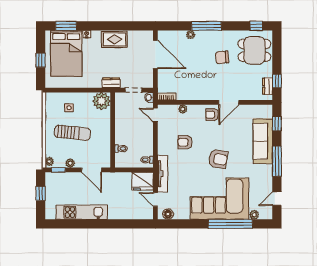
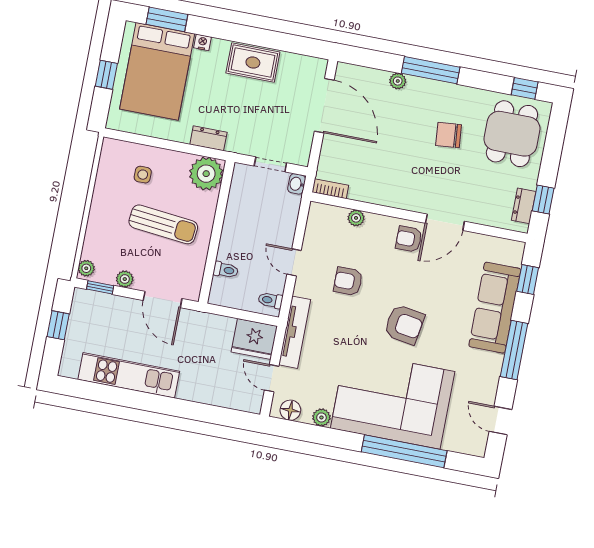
dining table: (254, 50) -> (512, 134), turned 90
dresser: (111, 83) -> (208, 138), moved
door: (155, 115) -> (294, 262), moved
sun lounger: (72, 133) -> (163, 224), moved
door: (277, 199) -> (501, 421), hinge flipped
plant: (254, 215) -> (321, 417), moved

